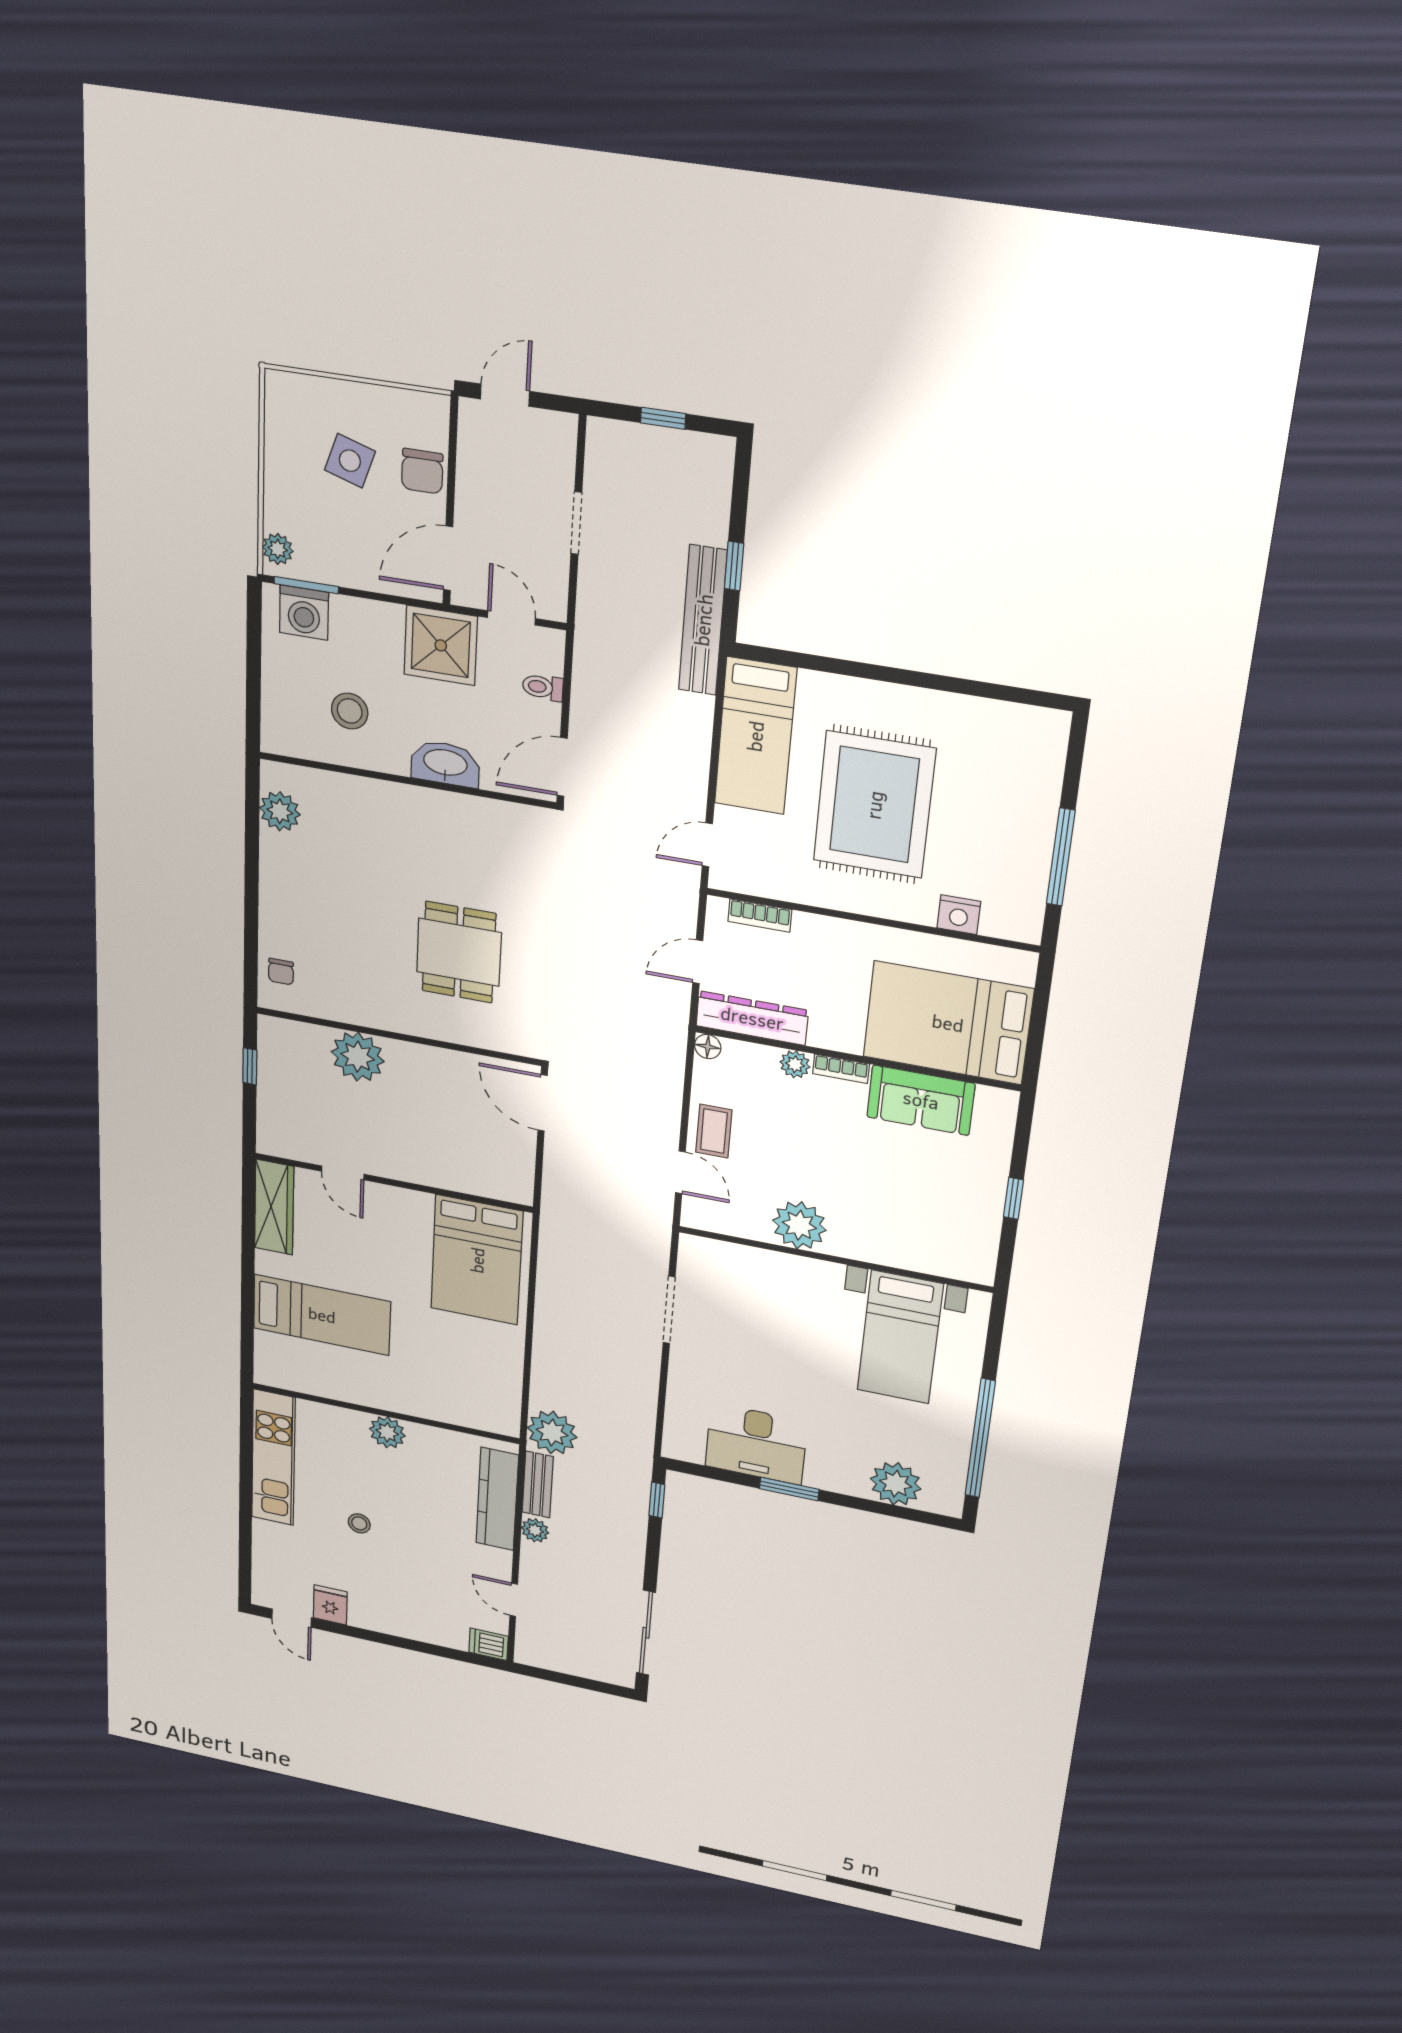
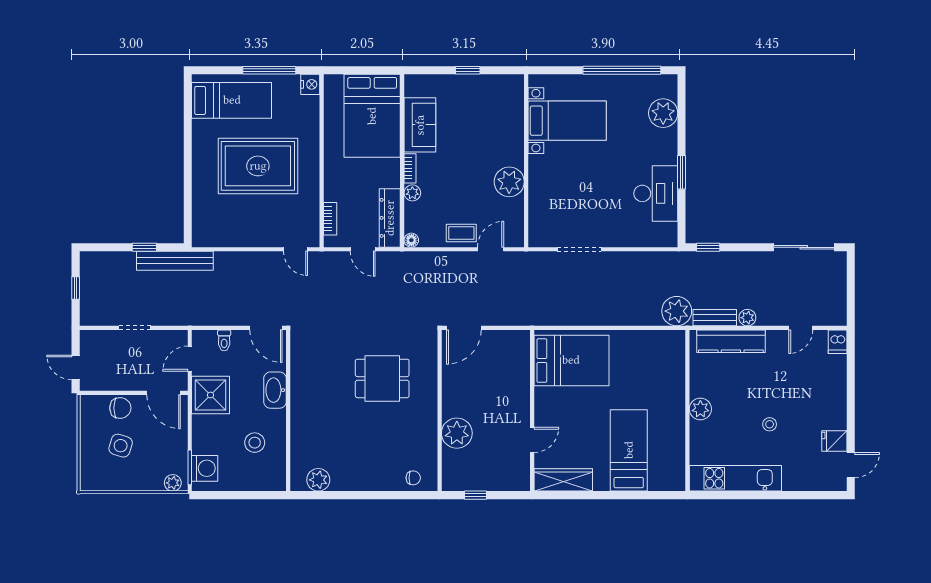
bed: (755, 736) -> (232, 100), moved
nightstand: (959, 915) -> (310, 84), moved

